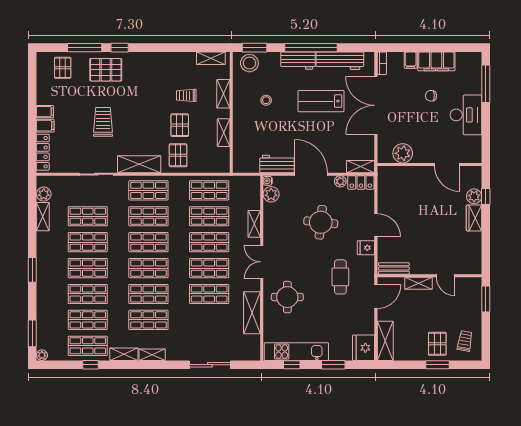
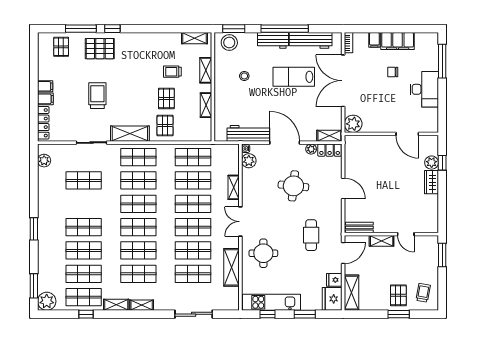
plant: (403, 153) -> (353, 124), moved
workbench: (277, 164) -> (248, 133), width x1.38
shelving: (43, 217) -> (43, 181), removed
shop shelf: (88, 242) -> (193, 274), moved
fridge: (366, 248) -> (334, 280), moved
plant: (42, 355) -> (47, 301), width x1.88, depth x1.88

